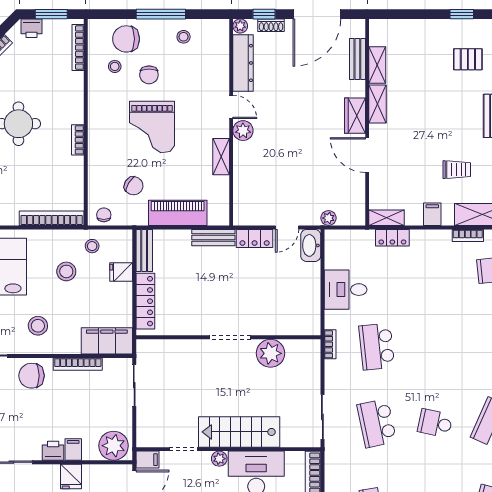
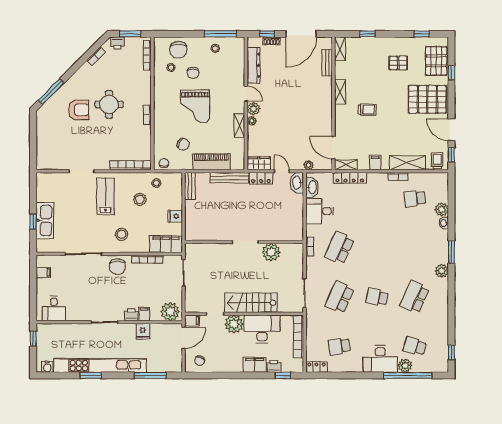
window: (161, 14) -> (220, 34), moved
window: (462, 14) -> (367, 34), moved
plant: (240, 26) -> (252, 121), moved
chair: (126, 39) -> (178, 50), turned -90
shelving: (377, 65) -> (340, 49), moved
wardrobe: (355, 116) -> (259, 163), moved, turned 90
door: (367, 155) -> (333, 148), moved
trolley: (457, 170) -> (367, 110), moved
door: (287, 227) -> (282, 171), swing flipped
bench: (213, 238) -> (229, 178), width x1.36
locker: (392, 238) -> (350, 178), width x1.53
washbasin: (334, 252) -> (312, 187), added
fridge: (121, 272) -> (175, 216), moved
locker: (145, 301) -> (191, 219), removed
school desk: (377, 347) -> (340, 248), turned 30
chair: (31, 376) -> (117, 266), turned -90
school desk: (377, 423) -> (340, 297), turned 36
plant: (219, 459) -> (234, 324), width x1.88, depth x1.88

